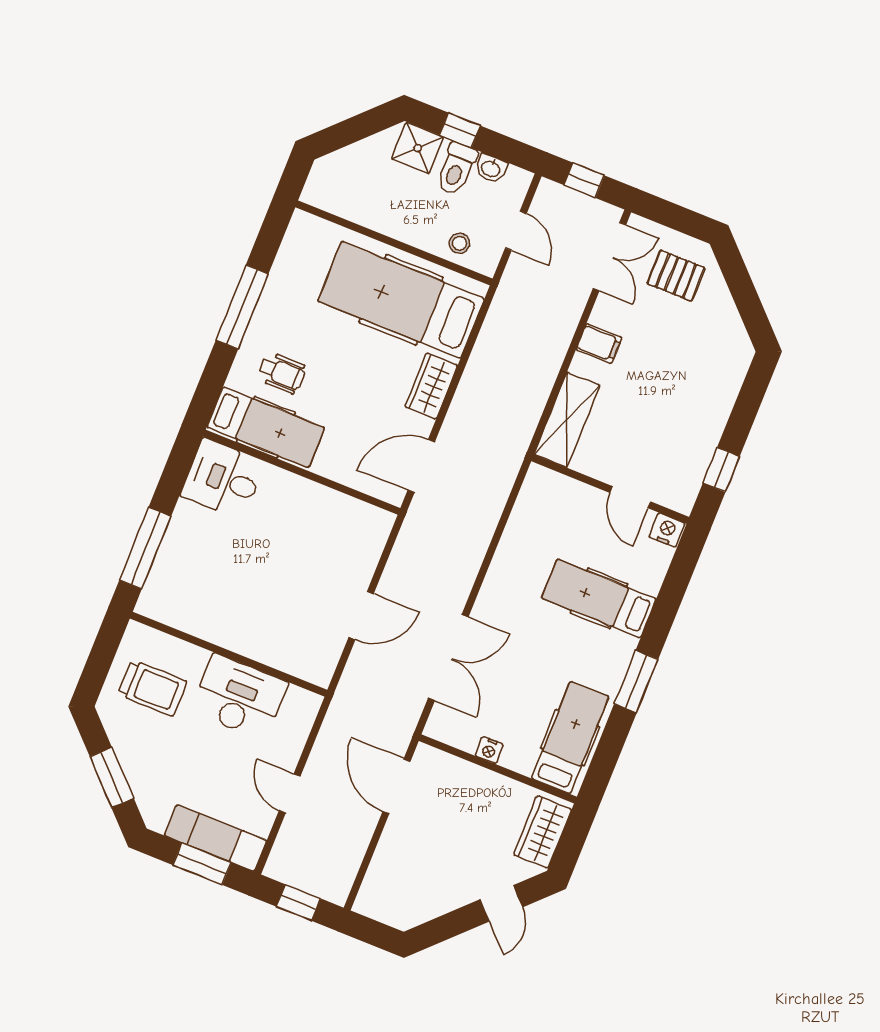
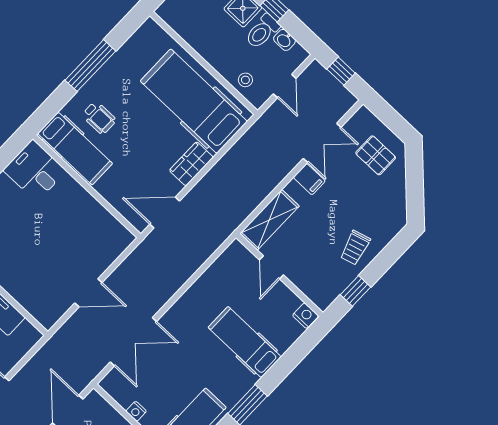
double door: (609, 257) -> (322, 143), moved
trolley: (698, 412) -> (355, 248), added
door: (630, 497) -> (271, 267), moved

